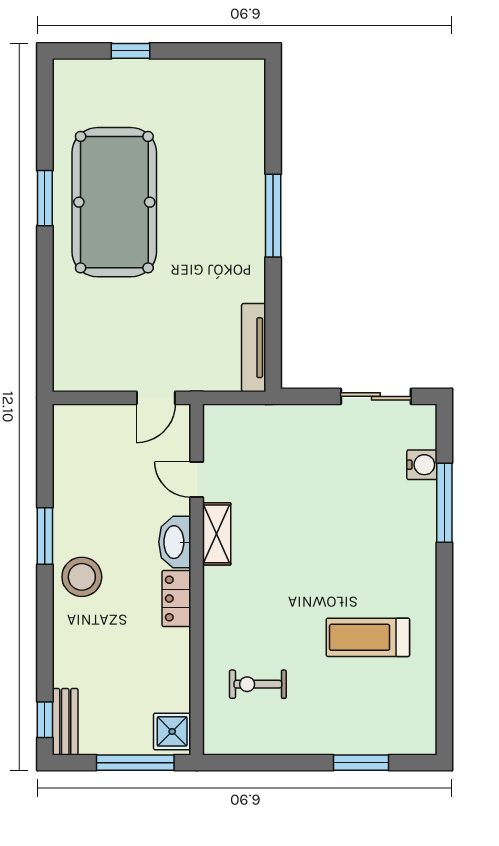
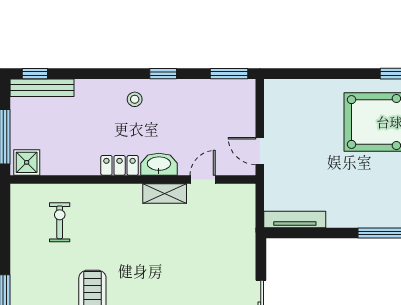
window: (45, 442) -> (229, 74), added
window: (45, 536) -> (163, 74), width x0.67
stool: (82, 577) -> (135, 99), width x0.53, depth x0.53
bench: (65, 722) -> (42, 88), width x1.36

